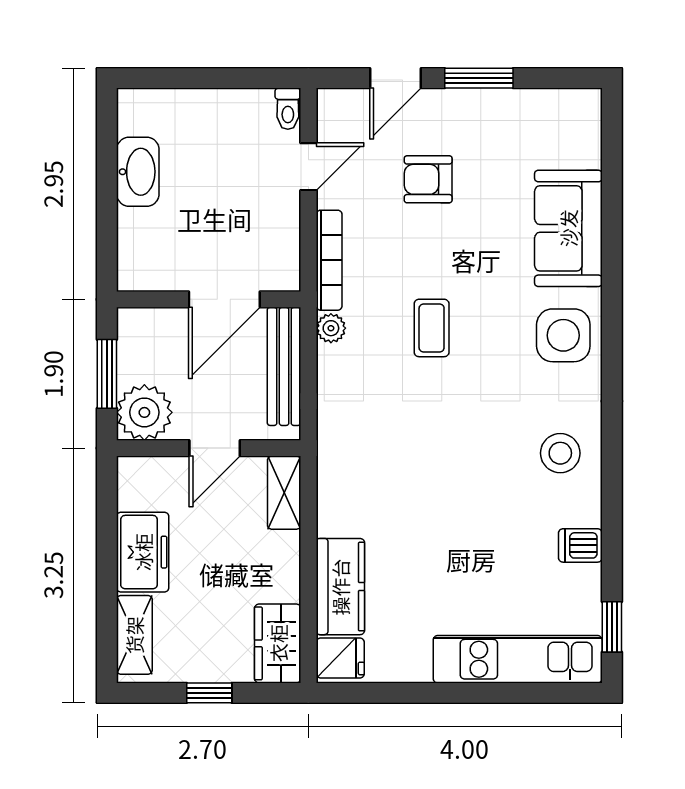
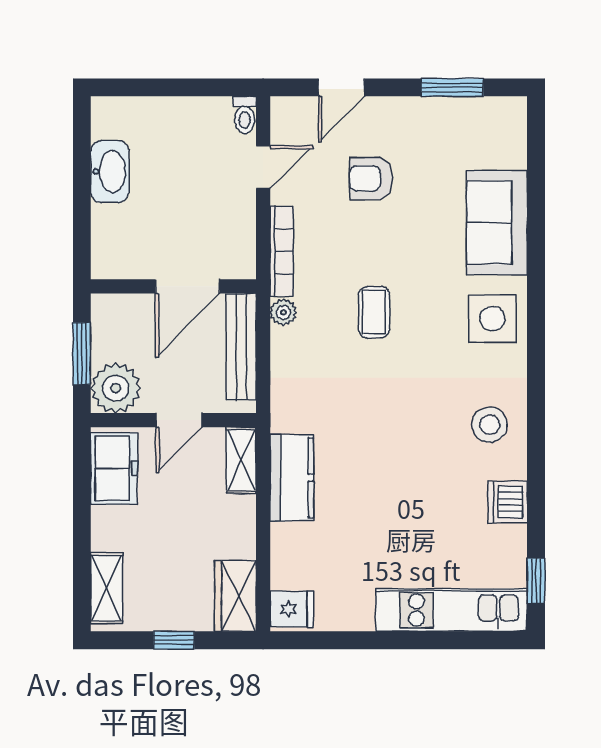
window: (479, 78) -> (452, 87), moved
dishwasher: (580, 545) -> (508, 502), width x1.38
freezer: (143, 552) -> (114, 468), moved
kitchen counter: (340, 587) -> (292, 478), moved

